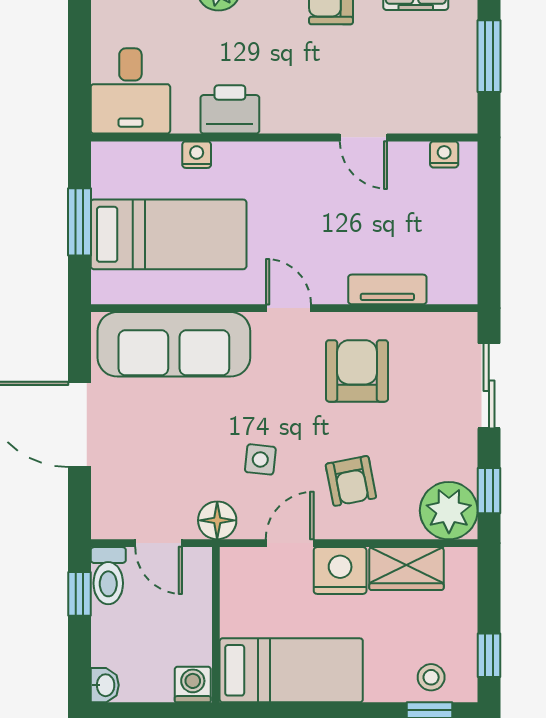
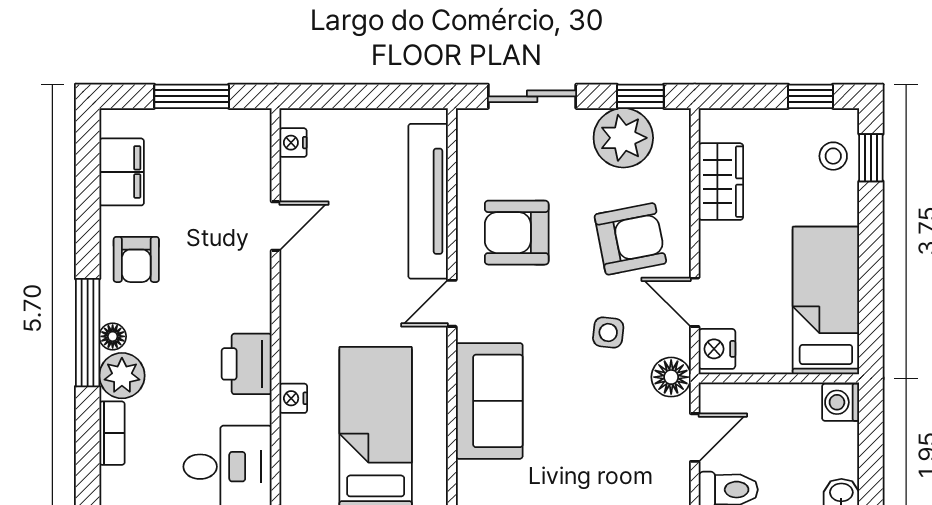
tv unit: (387, 289) -> (428, 201), width x1.92, depth x1.29
sofa: (174, 344) -> (489, 401), width x0.73
armchair: (351, 481) -> (630, 239), width x1.38, depth x1.38
plant: (449, 511) -> (623, 138), moved
nightstand: (340, 571) -> (717, 349), moved, width x0.74, depth x0.75

